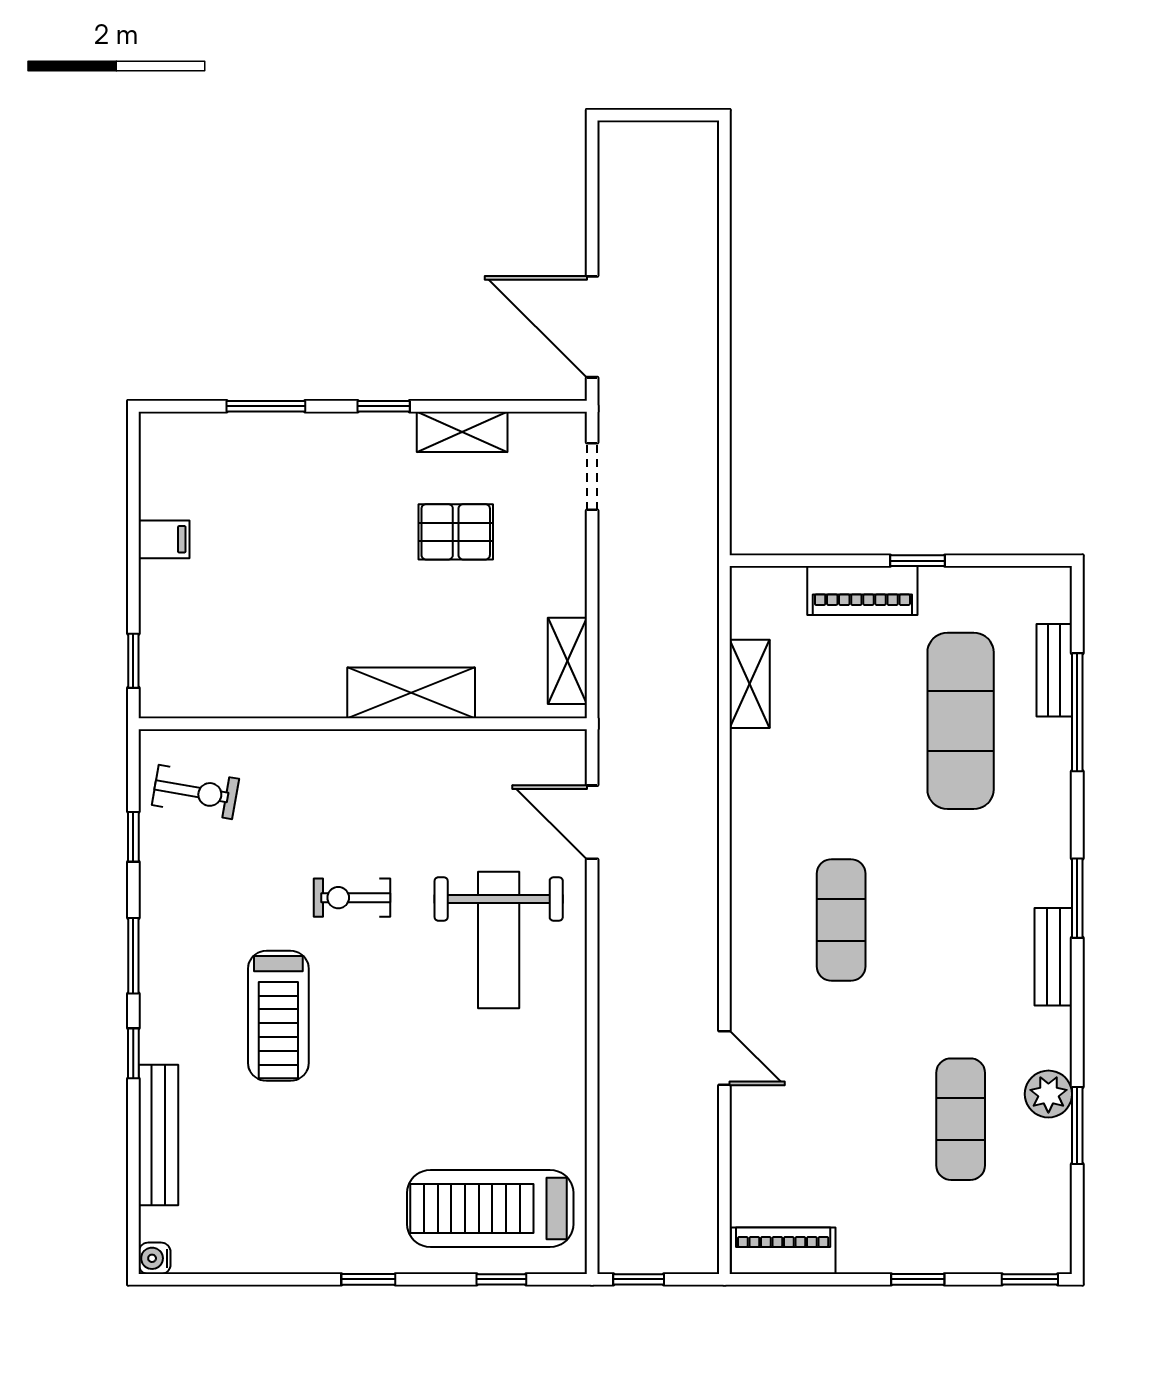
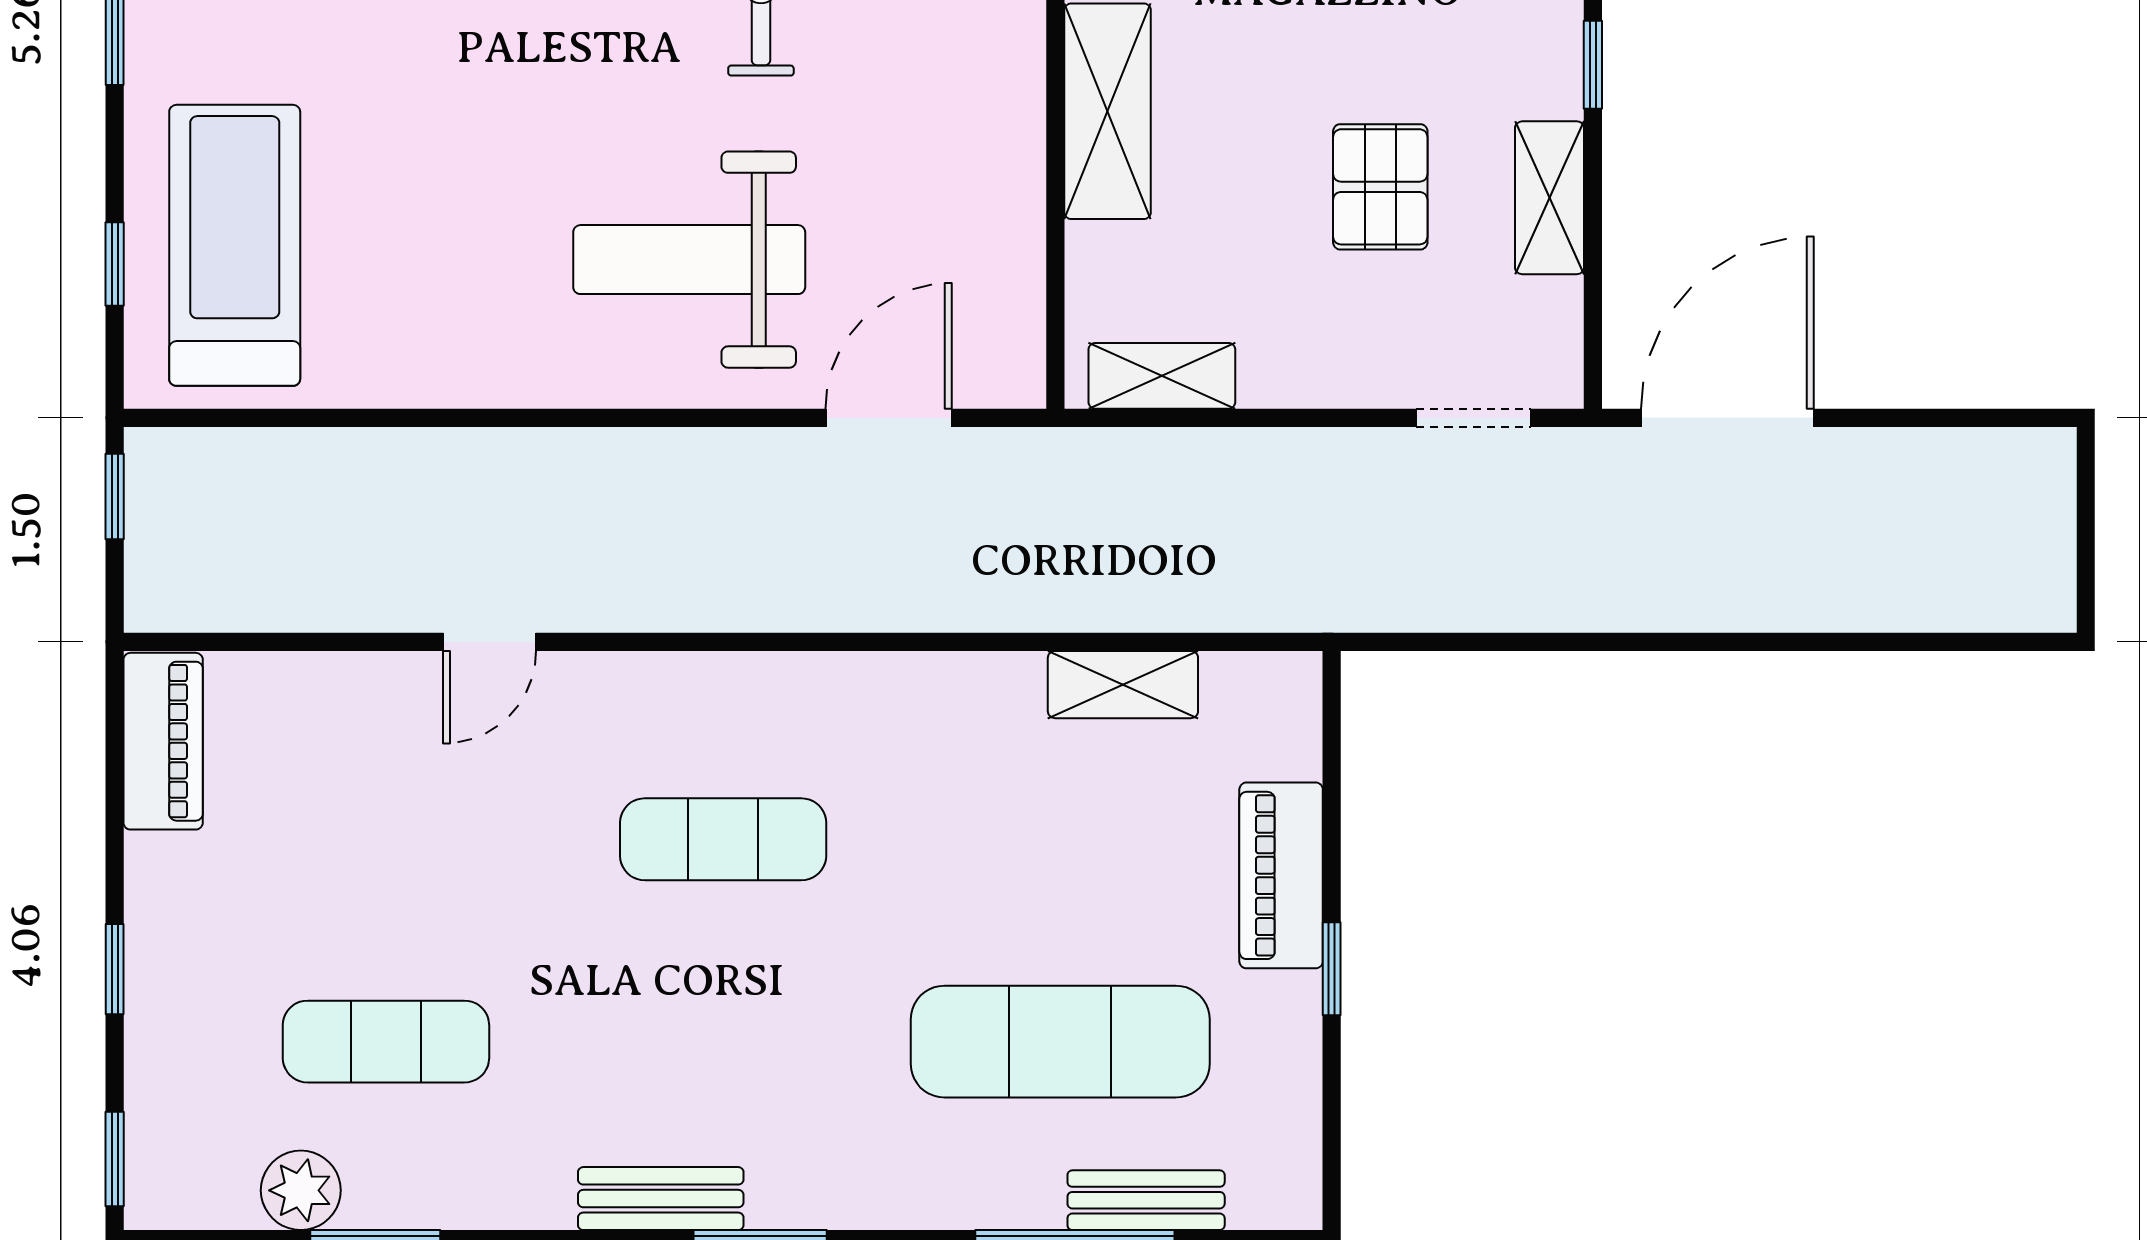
plant: (1048, 1094) -> (301, 1190), moved

